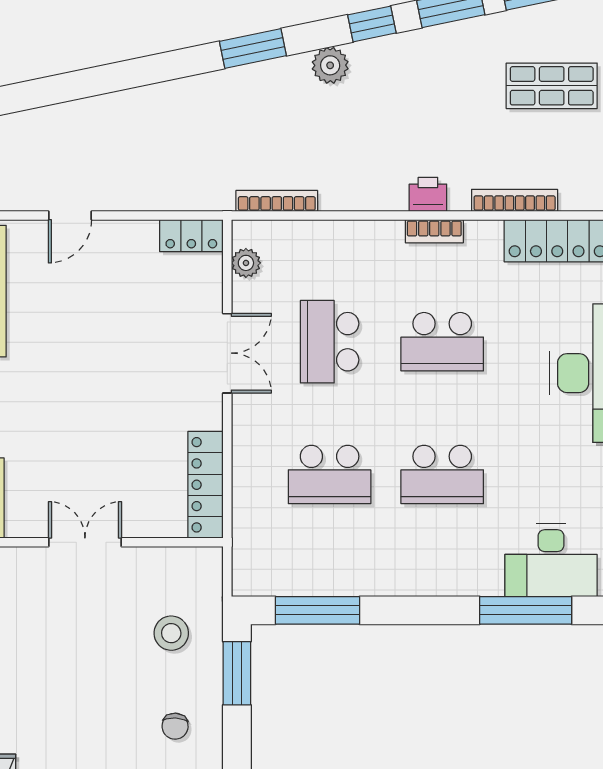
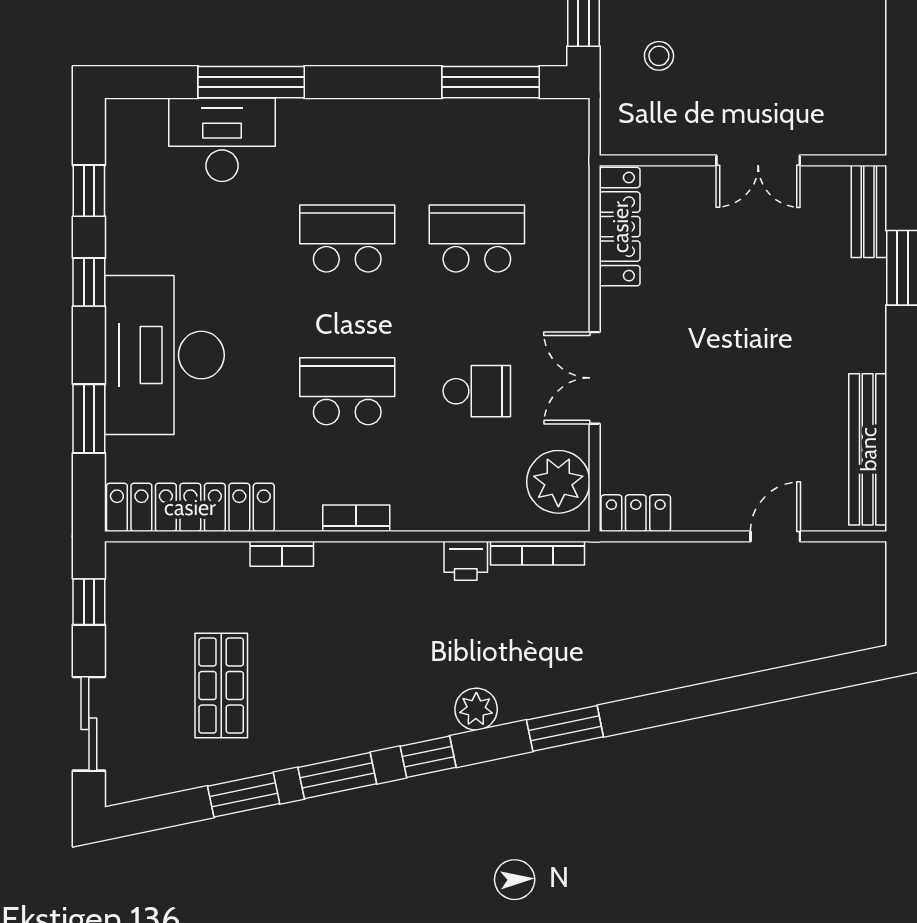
shop shelf: (552, 86) -> (221, 686), turned 90
printer: (428, 194) -> (466, 561), moved
bookcase: (515, 200) -> (282, 554), width x0.64
plant: (246, 263) -> (558, 482), width x1.88, depth x1.88
school desk: (330, 342) -> (477, 391), width x0.54
stool: (171, 633) -> (659, 56), width x0.73, depth x0.73

